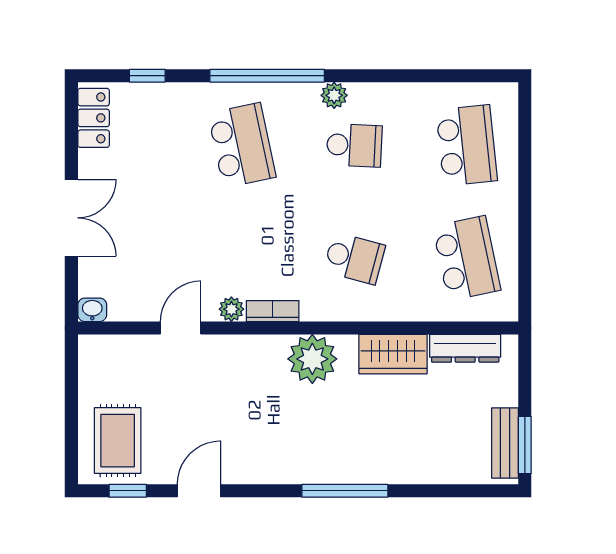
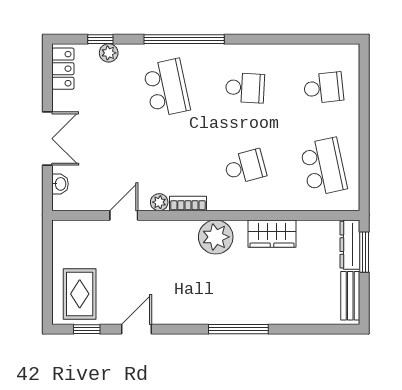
plant: (334, 95) -> (109, 53), moved
school desk: (467, 145) -> (324, 88), width x0.54
school desk: (354, 258) -> (245, 167), turned -30
washbasin: (92, 310) -> (60, 184), moved, turned 90
dresser: (465, 348) -> (350, 245), moved, turned 90
window: (525, 445) -> (364, 252), moved

